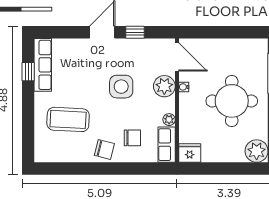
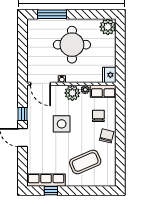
door: (177, 57) -> (40, 84), swing flipped
plant: (164, 86) -> (72, 93), moved
coffee table: (68, 119) -> (85, 162), turned 64

